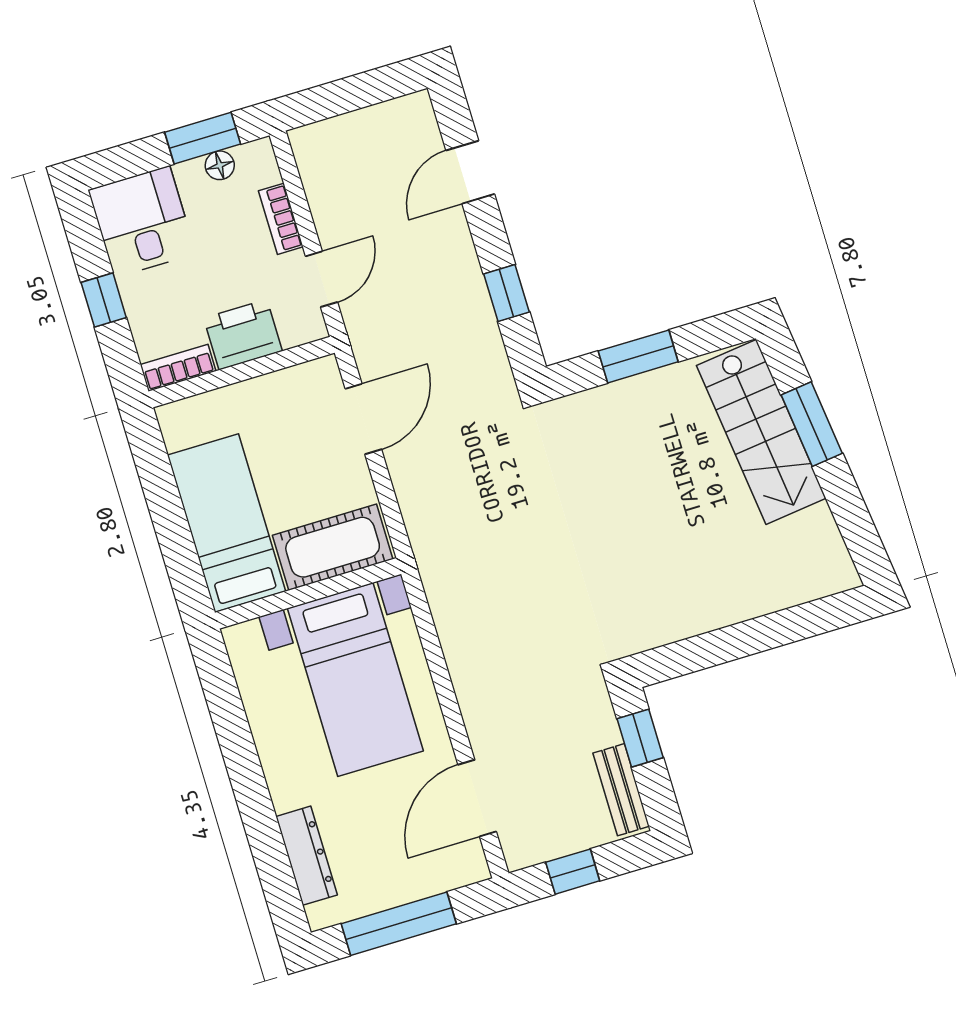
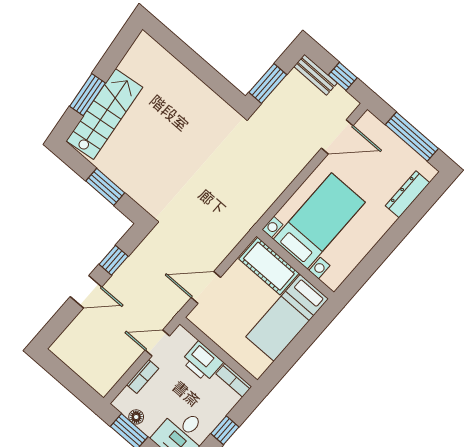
door: (470, 172) -> (86, 292), moved
window: (640, 738) -> (268, 83), width x1.50
bench: (621, 790) -> (315, 75), moved, turned 90

